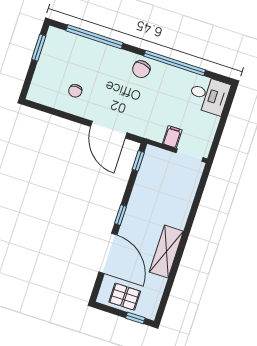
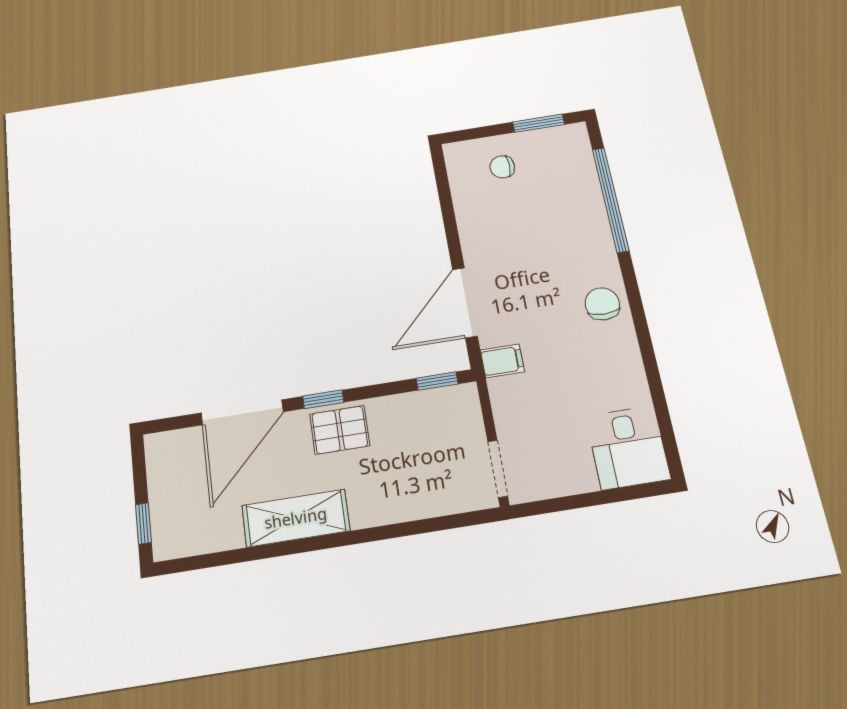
window: (175, 63) -> (648, 356), removed
chair: (141, 69) -> (602, 304), turned 79
chair: (75, 91) -> (502, 167), moved
filing cabinet: (172, 137) -> (502, 361), moved
pallet: (125, 297) -> (340, 430), moved, turned 90

